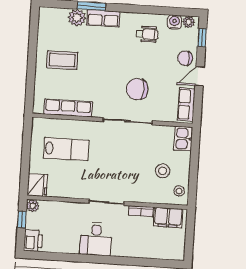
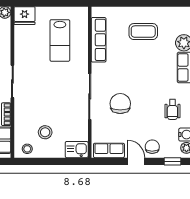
coffee table: (62, 60) -> (143, 32), turned 90

